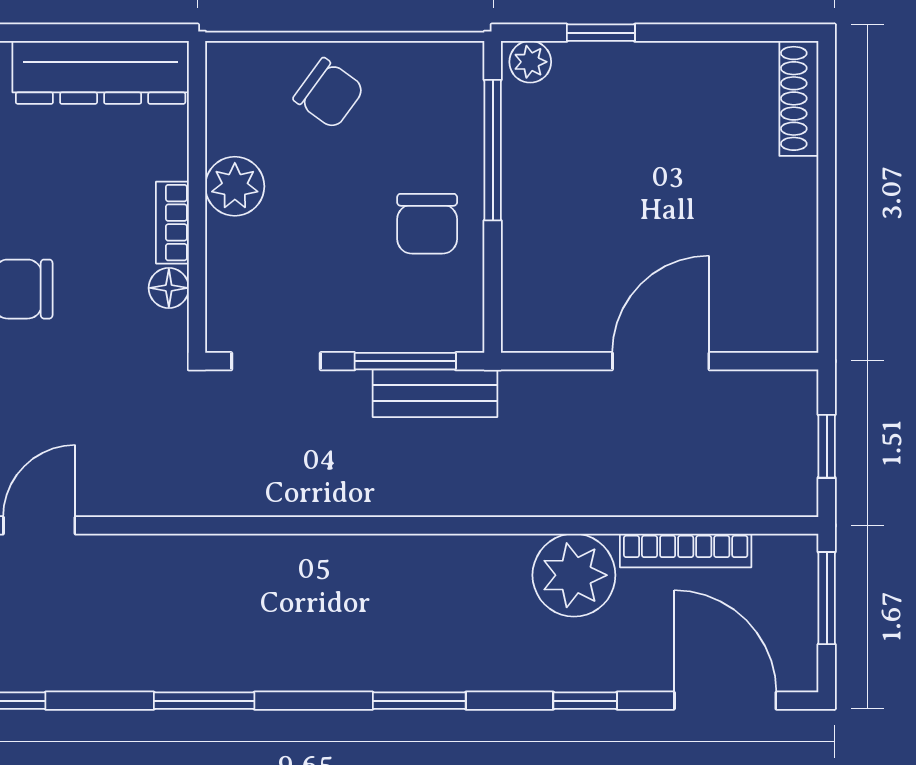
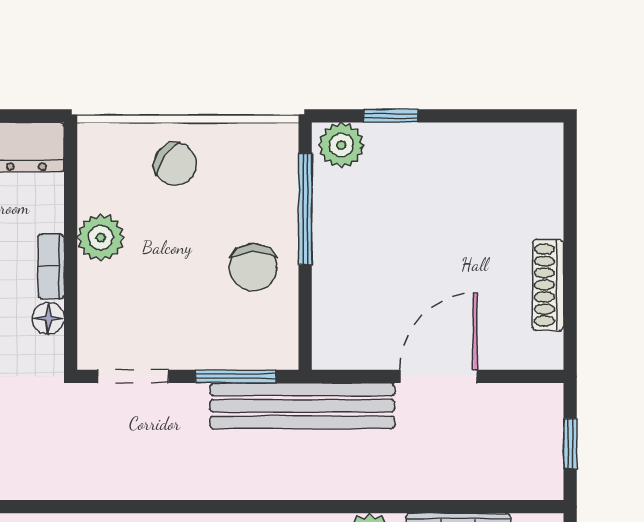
plant: (530, 62) -> (341, 145), width x1.38, depth x1.38
shoe rack: (799, 98) -> (548, 285), moved
bench: (435, 393) -> (302, 406), width x1.86, depth x1.21

